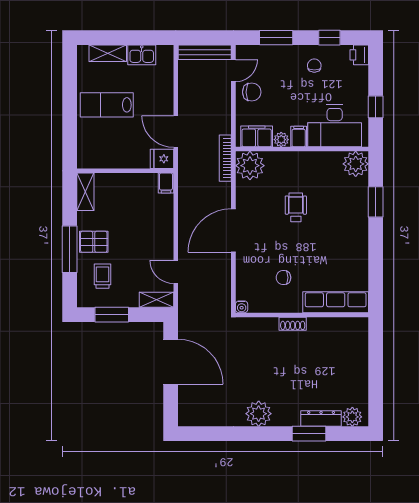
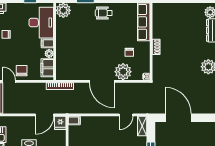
plant: (250, 166) -> (123, 72), moved
wheelchair: (296, 207) -> (104, 13), moved
door: (171, 362) -> (178, 118), hinge flipped

